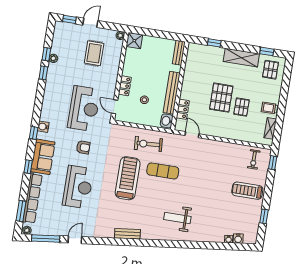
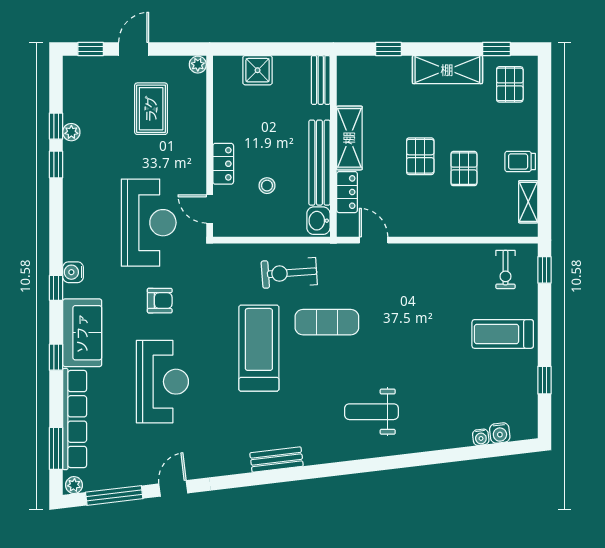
shower: (134, 41) -> (258, 70), moved
shelving: (188, 83) -> (349, 138), added
pallet: (221, 98) -> (420, 156), width x0.67, depth x0.71

